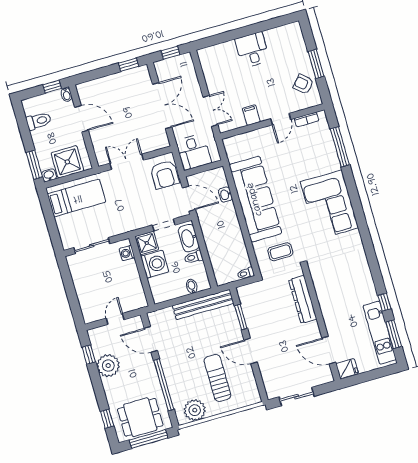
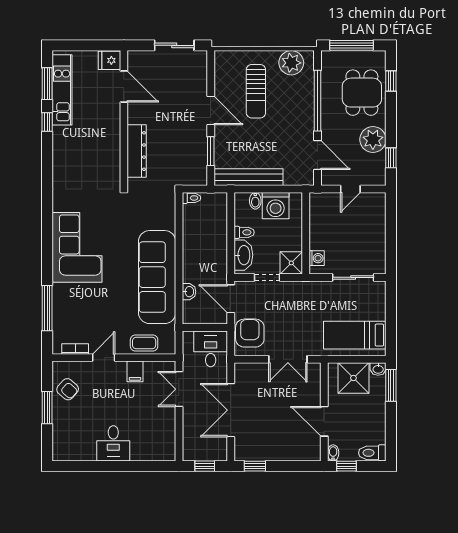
toilet: (39, 121) -> (372, 453), moved
coffee table: (280, 252) -> (144, 343), moved
washing machine: (155, 264) -> (276, 206), moved, turned -90
dining table: (140, 417) -> (362, 93), moved, turned 90

